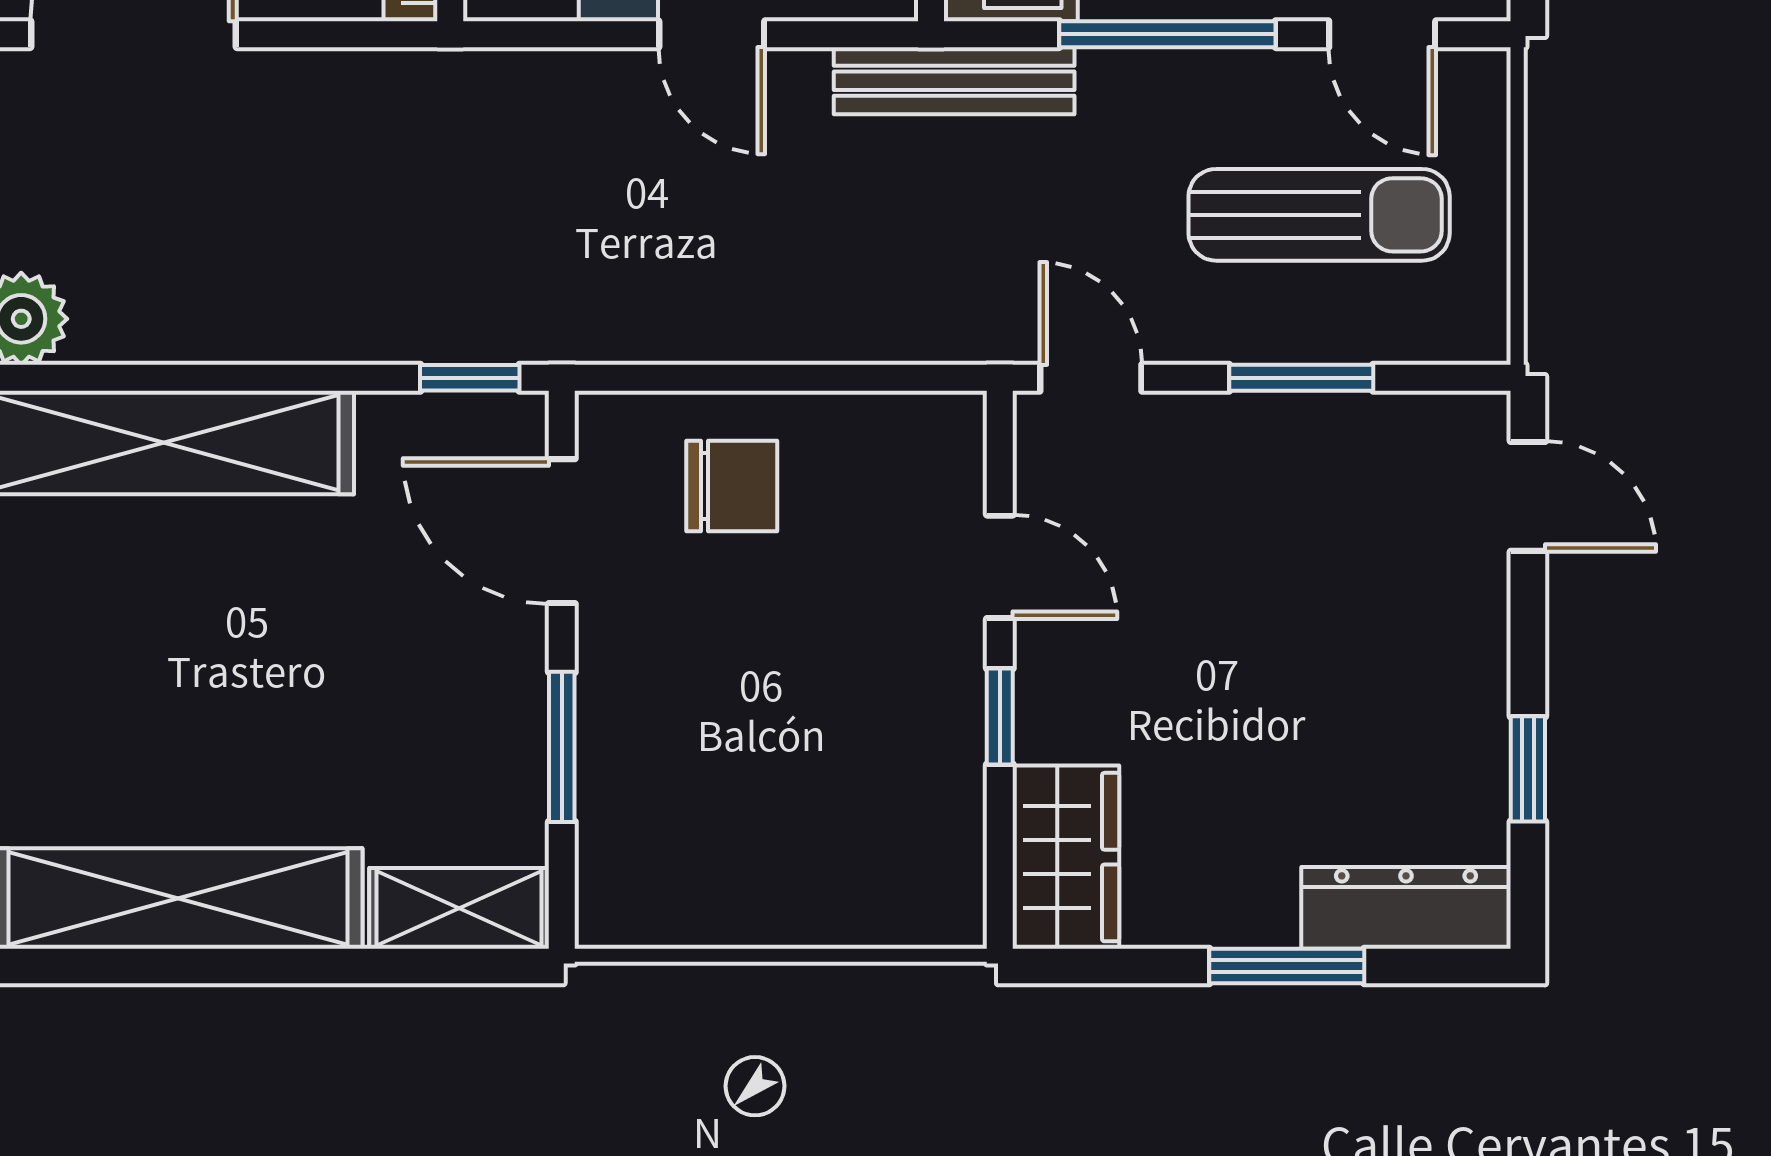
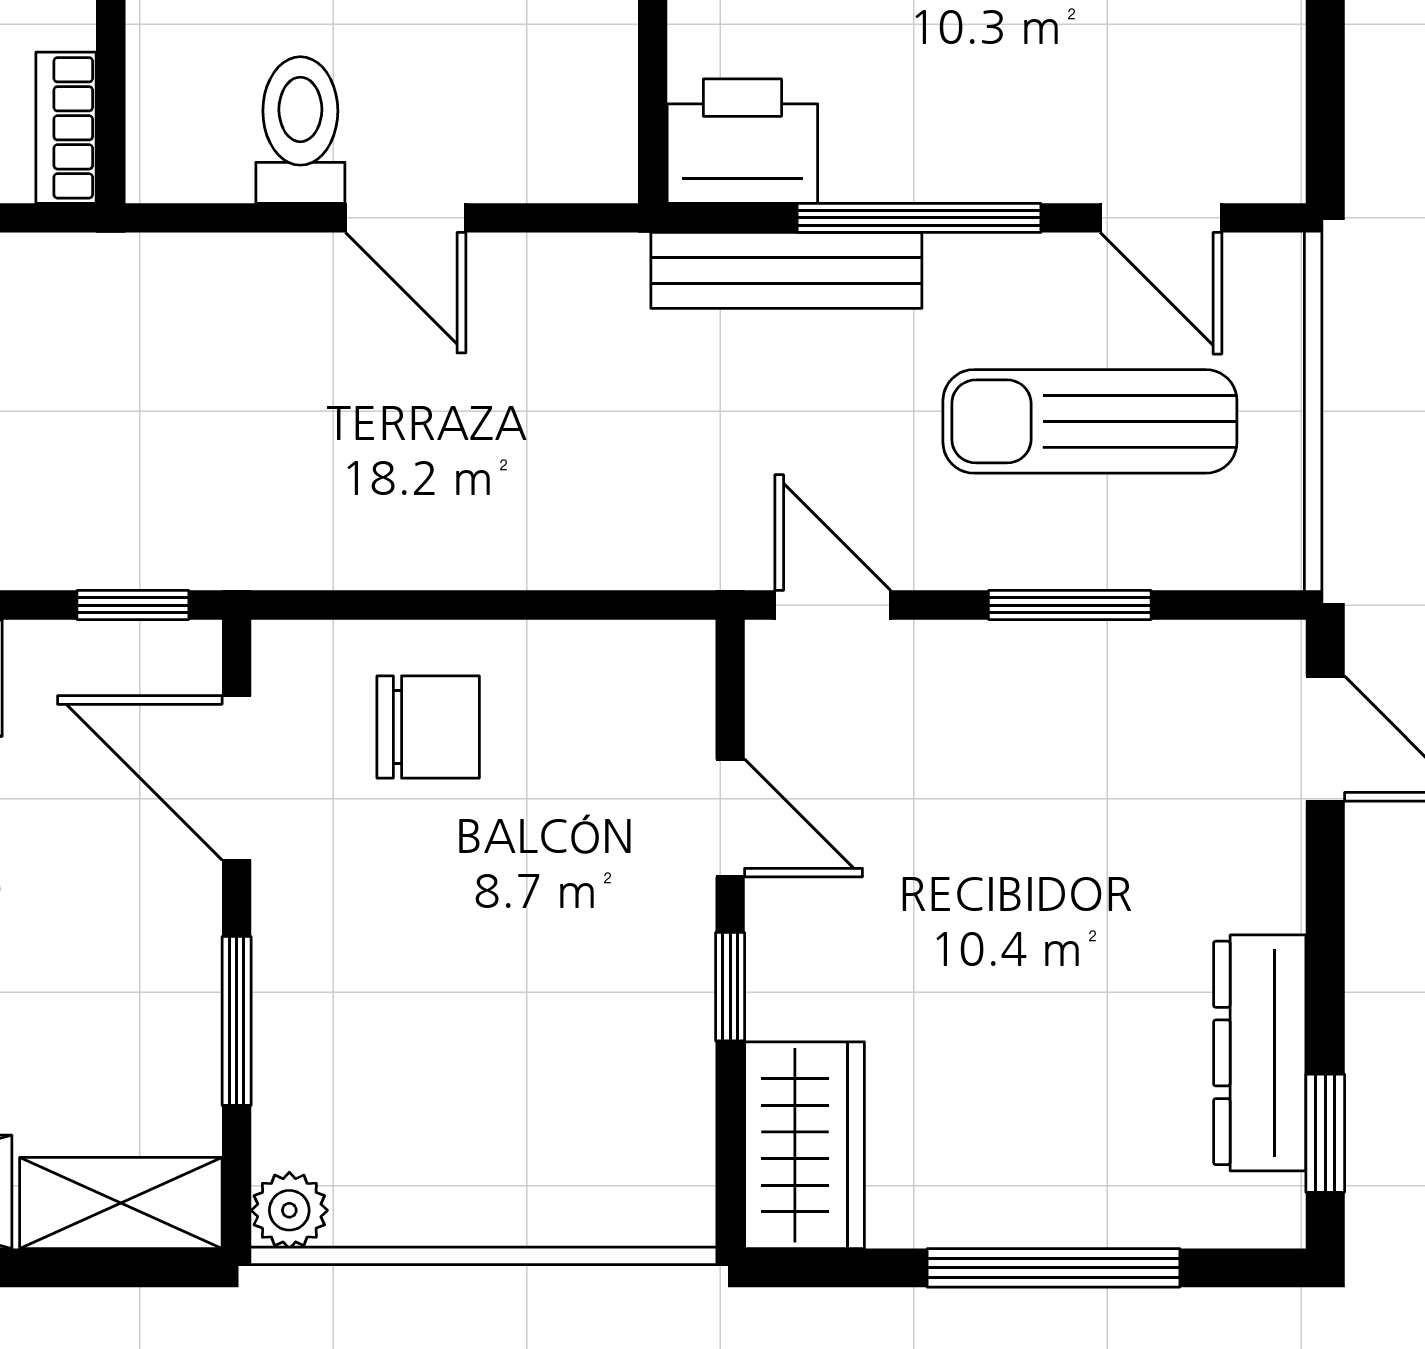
bench: (954, 81) -> (786, 270), moved
sun lounger: (1319, 215) -> (1090, 421), turned 180
window: (1528, 769) -> (1325, 1133), moved
dresser: (1406, 908) -> (1260, 1053), moved, turned -90
plant: (609, 915) -> (289, 1210), added
window: (1287, 966) -> (1054, 1268), width x1.44

